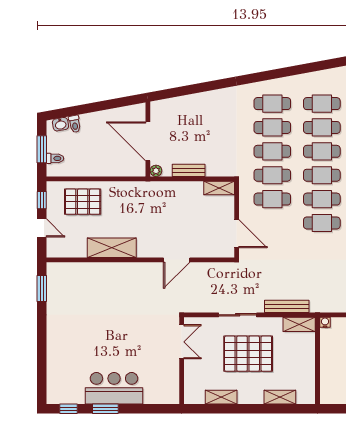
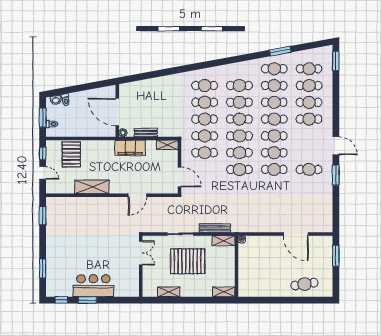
filing cabinet: (166, 192) -> (130, 148), added
pallet: (83, 202) -> (71, 154), turned 90
window: (42, 364) -> (43, 268), added
shelving: (280, 397) -> (224, 292), moved

